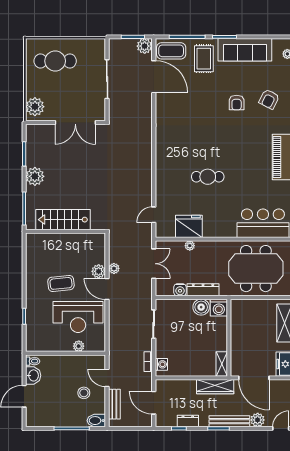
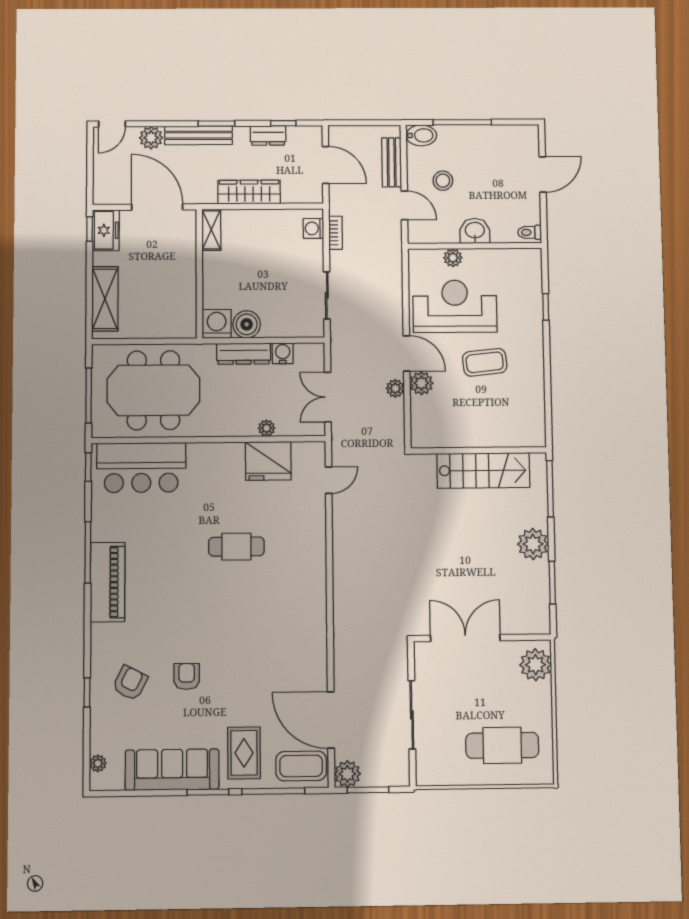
washbasin: (33, 375) -> (475, 231), moved, turned 90
wardrobe: (215, 387) -> (249, 192), moved

